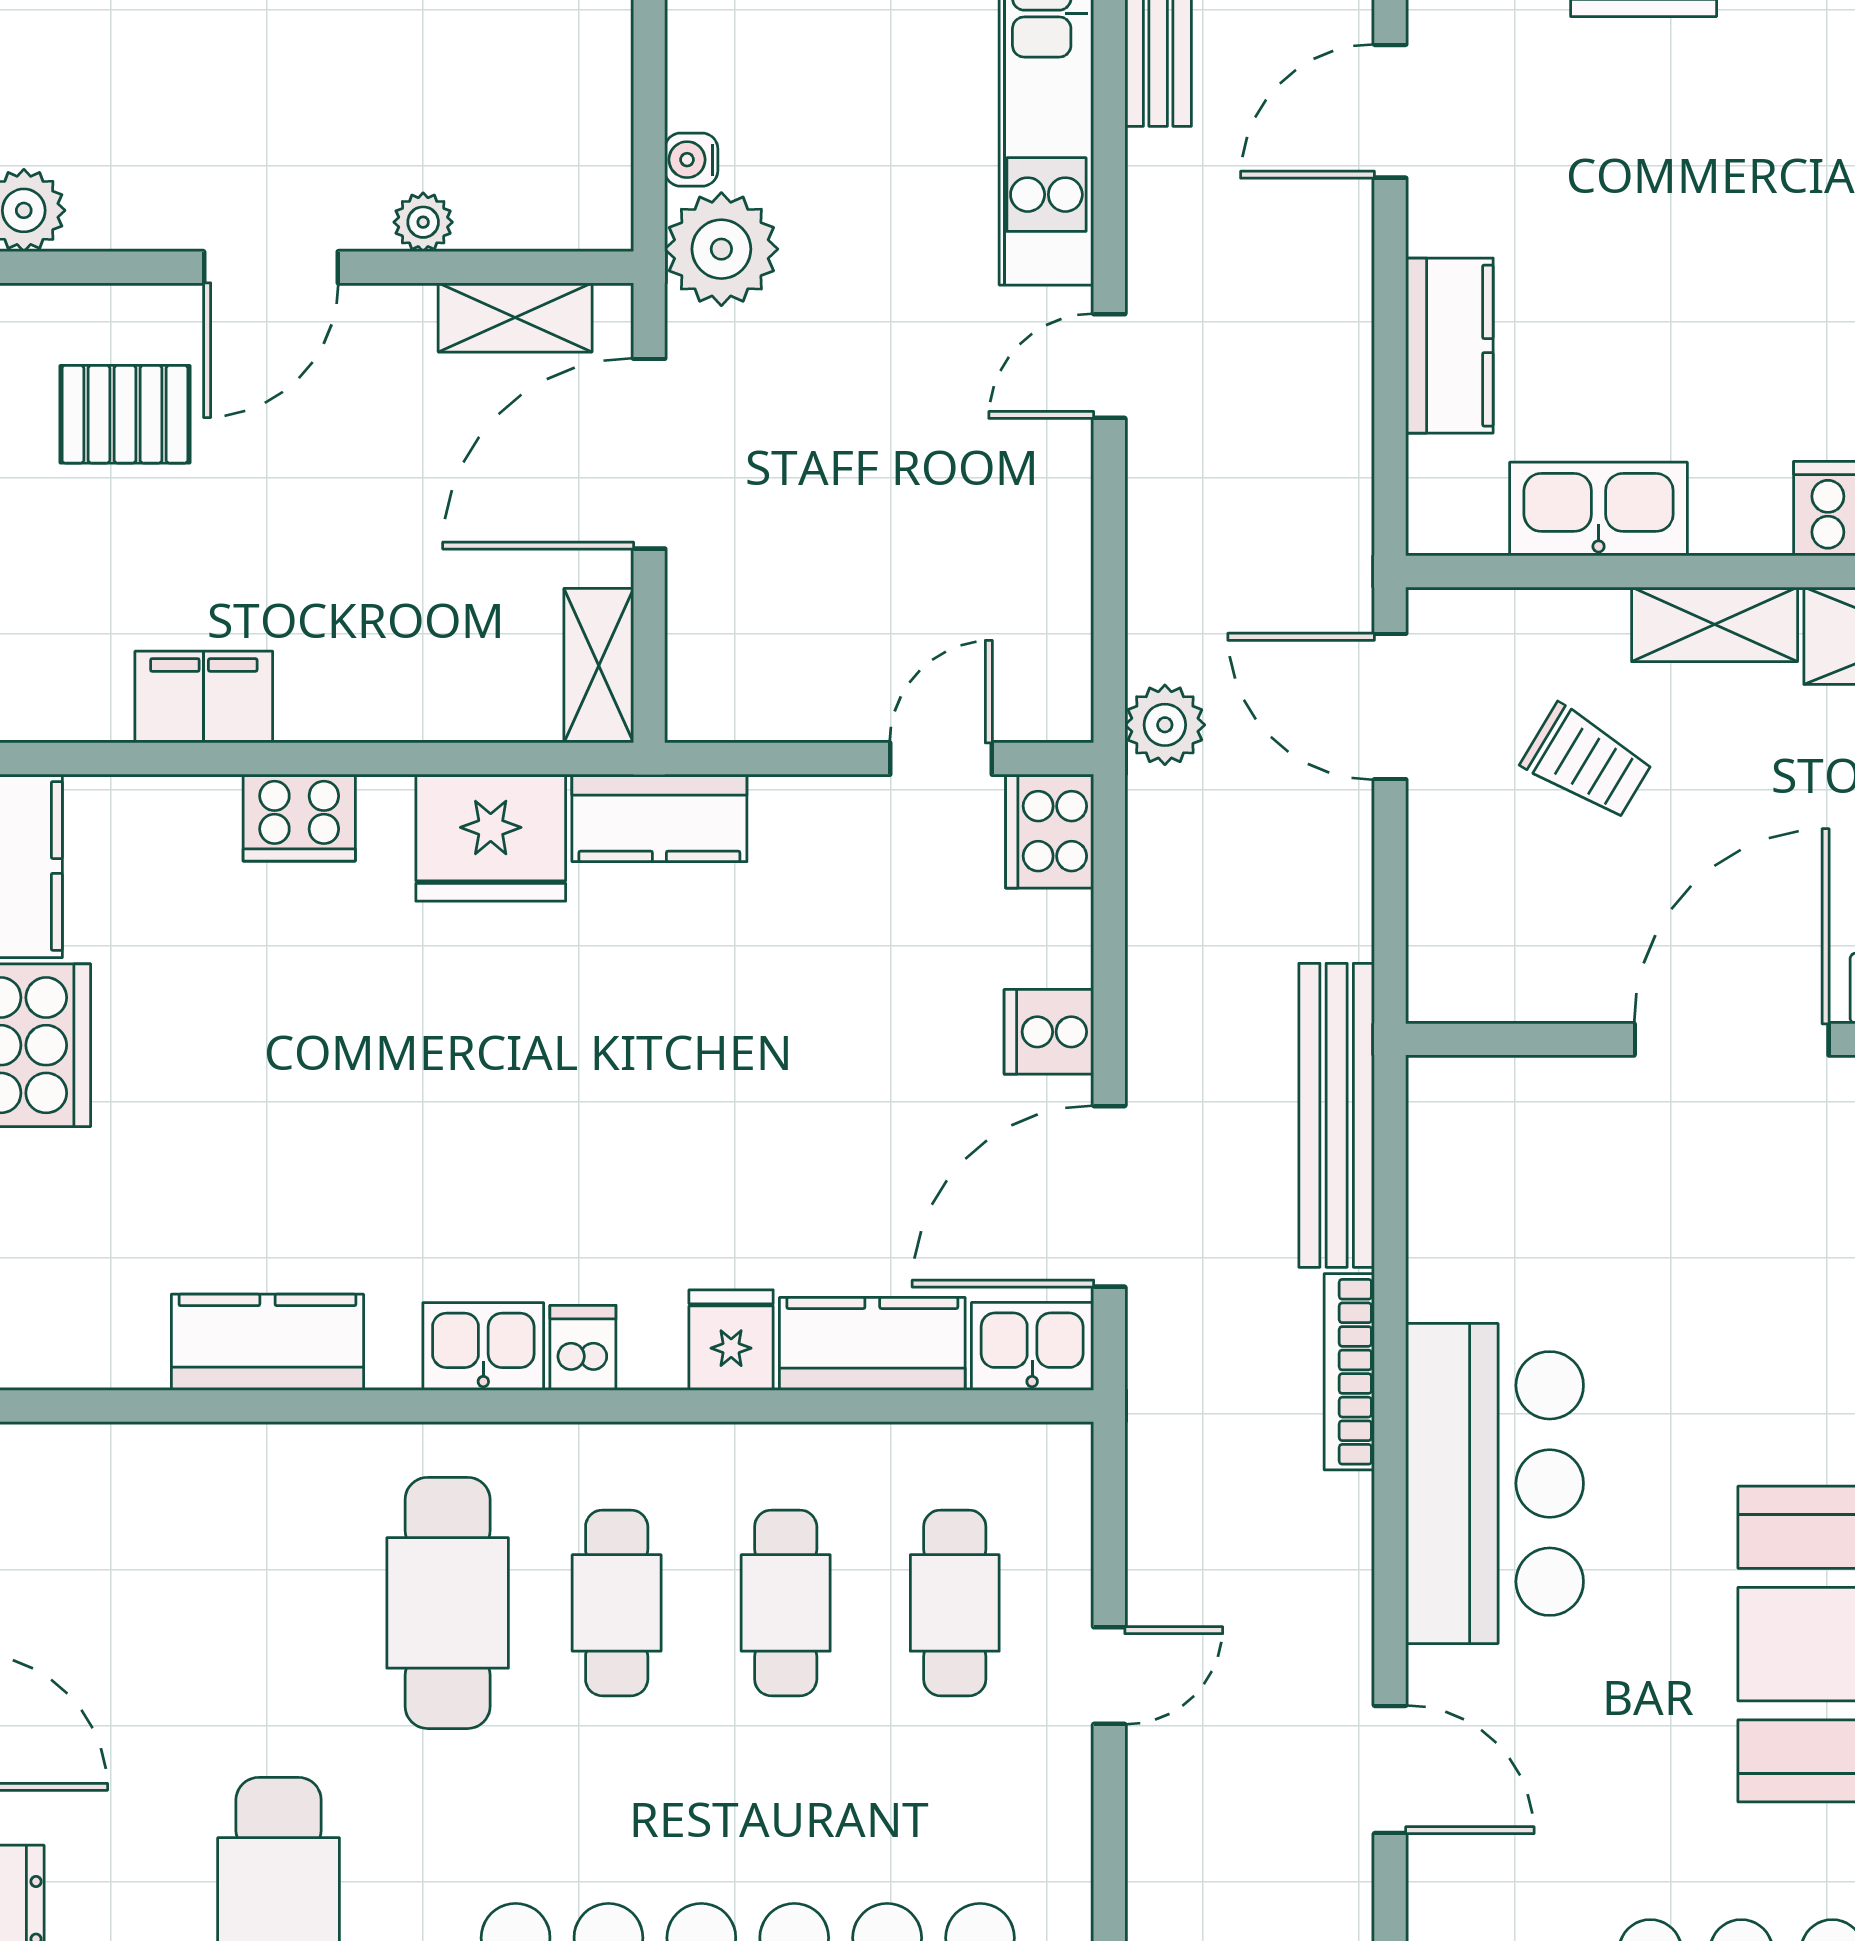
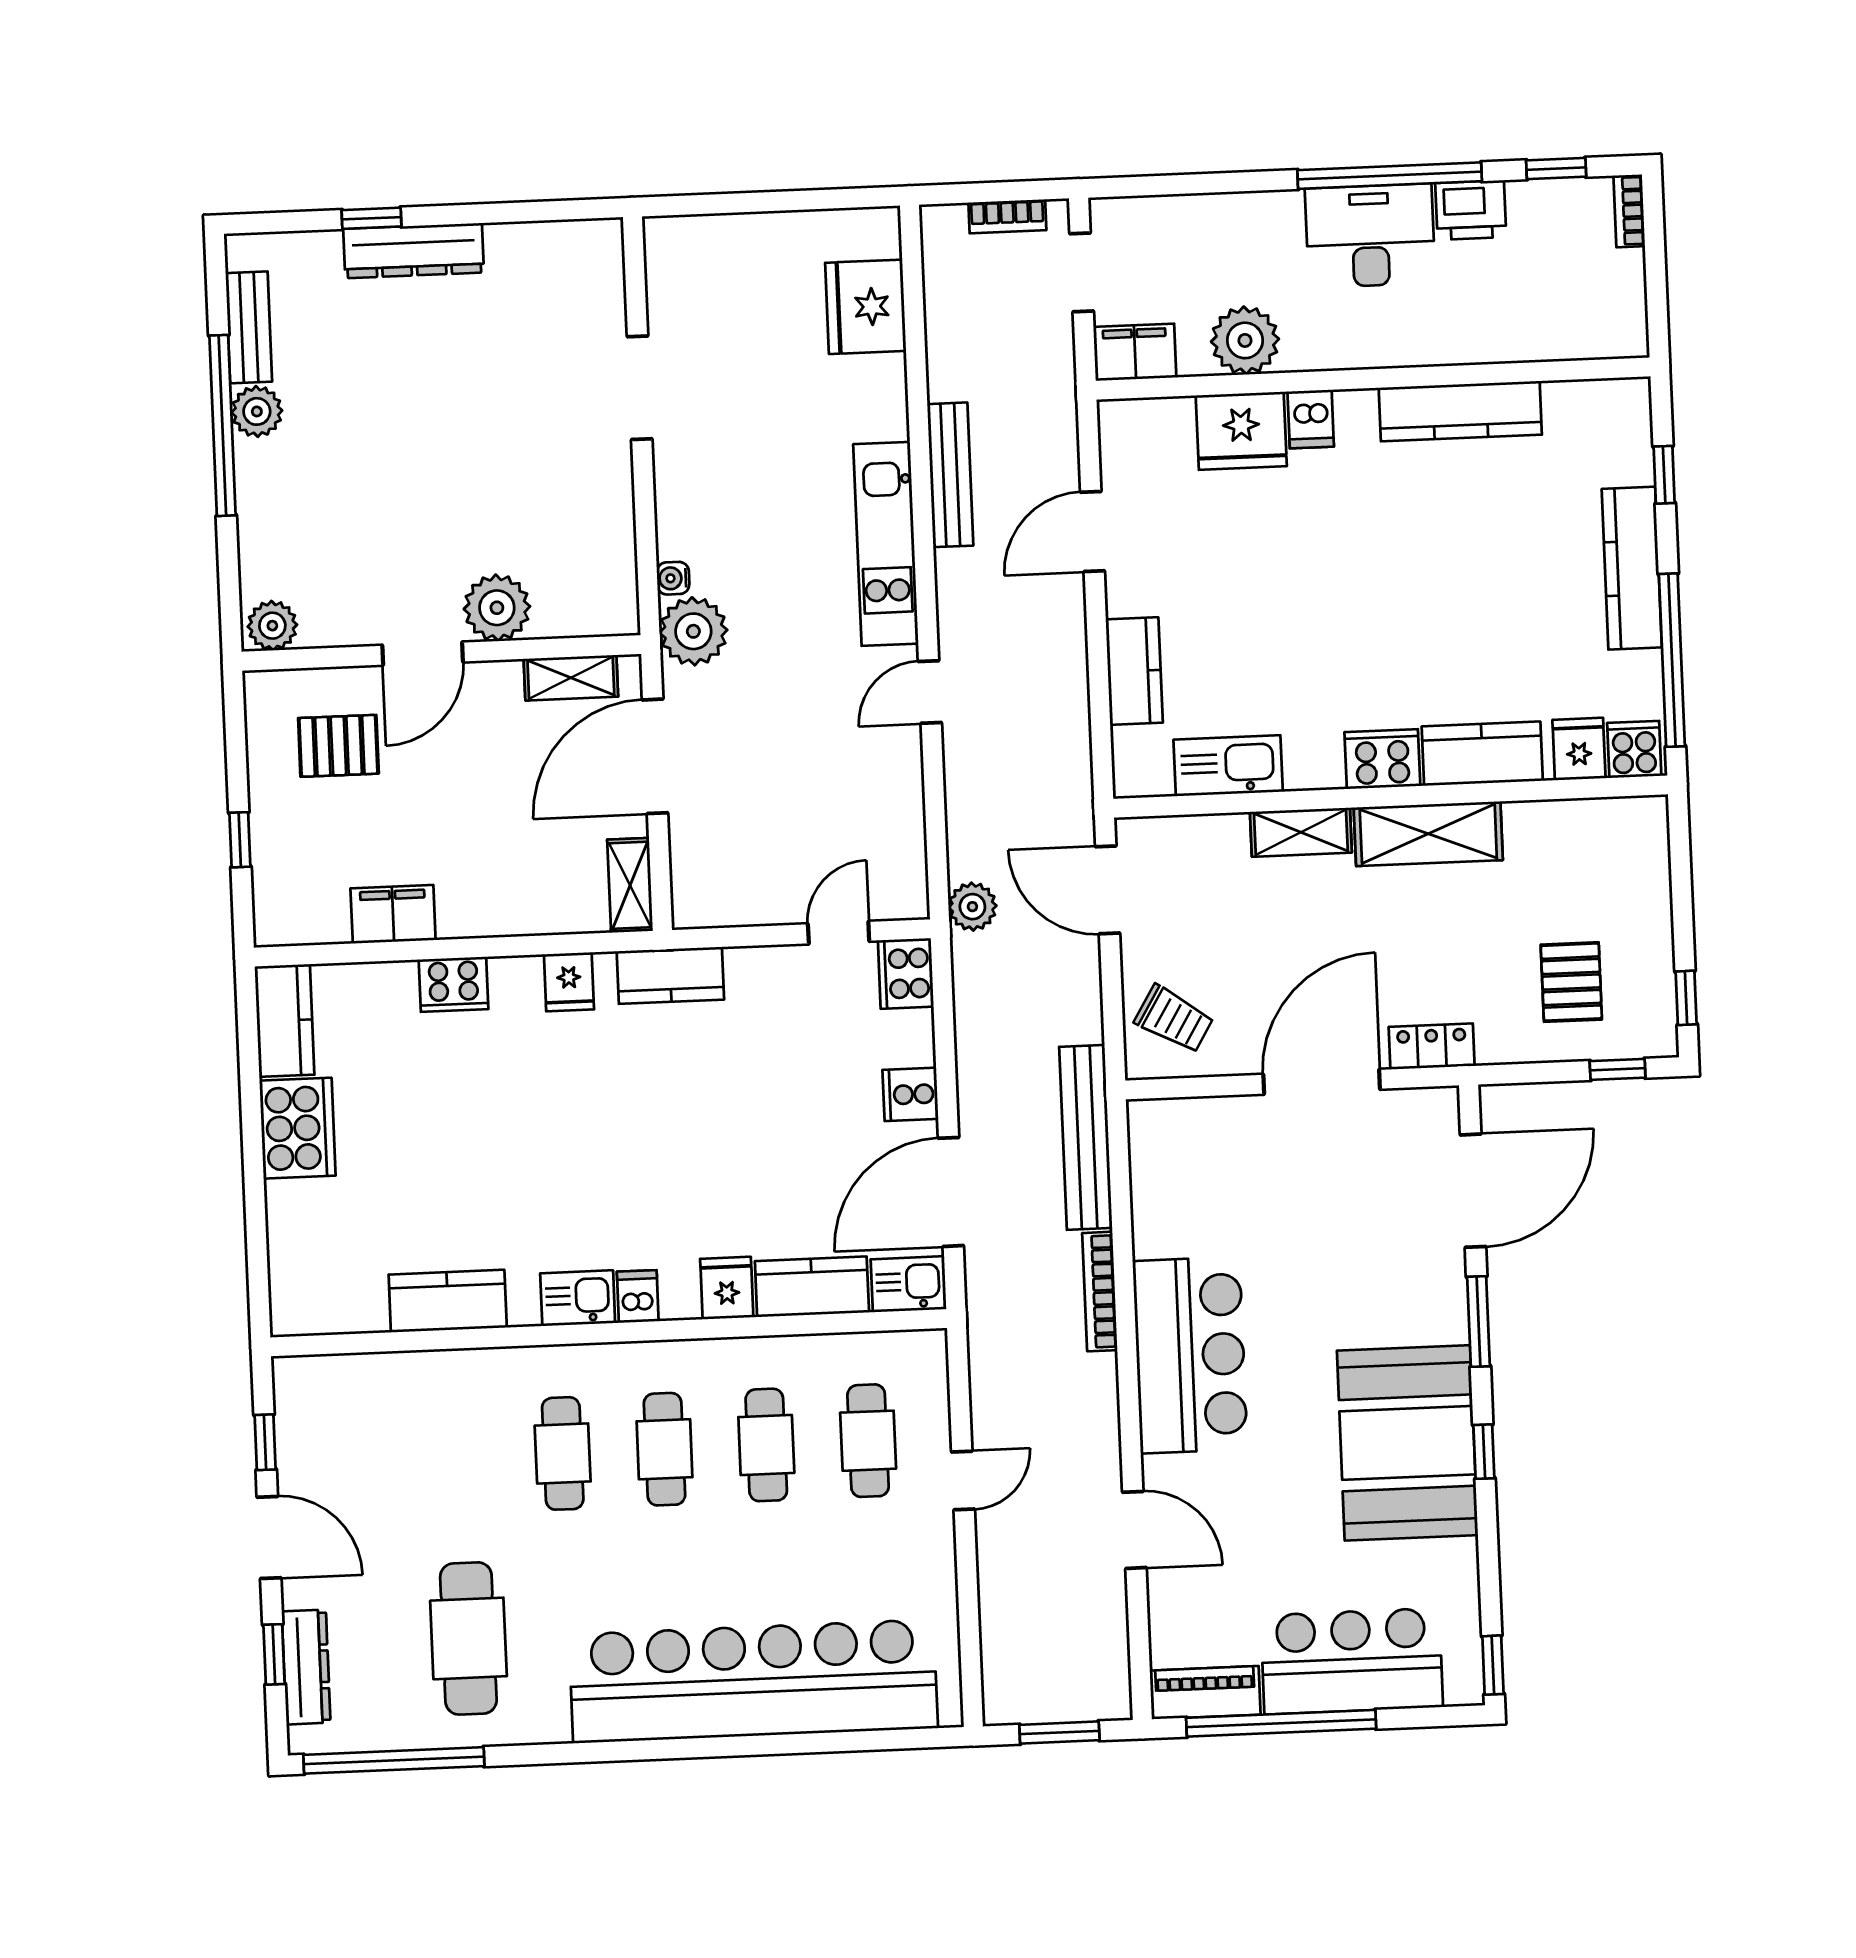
plant: (423, 222) -> (497, 608), width x1.87, depth x1.87
trolley: (1587, 762) -> (1174, 1019), moved
fridge: (491, 838) -> (569, 982), width x0.53, depth x0.75
cafe table: (448, 1603) -> (563, 1453), width x0.73, depth x0.74

